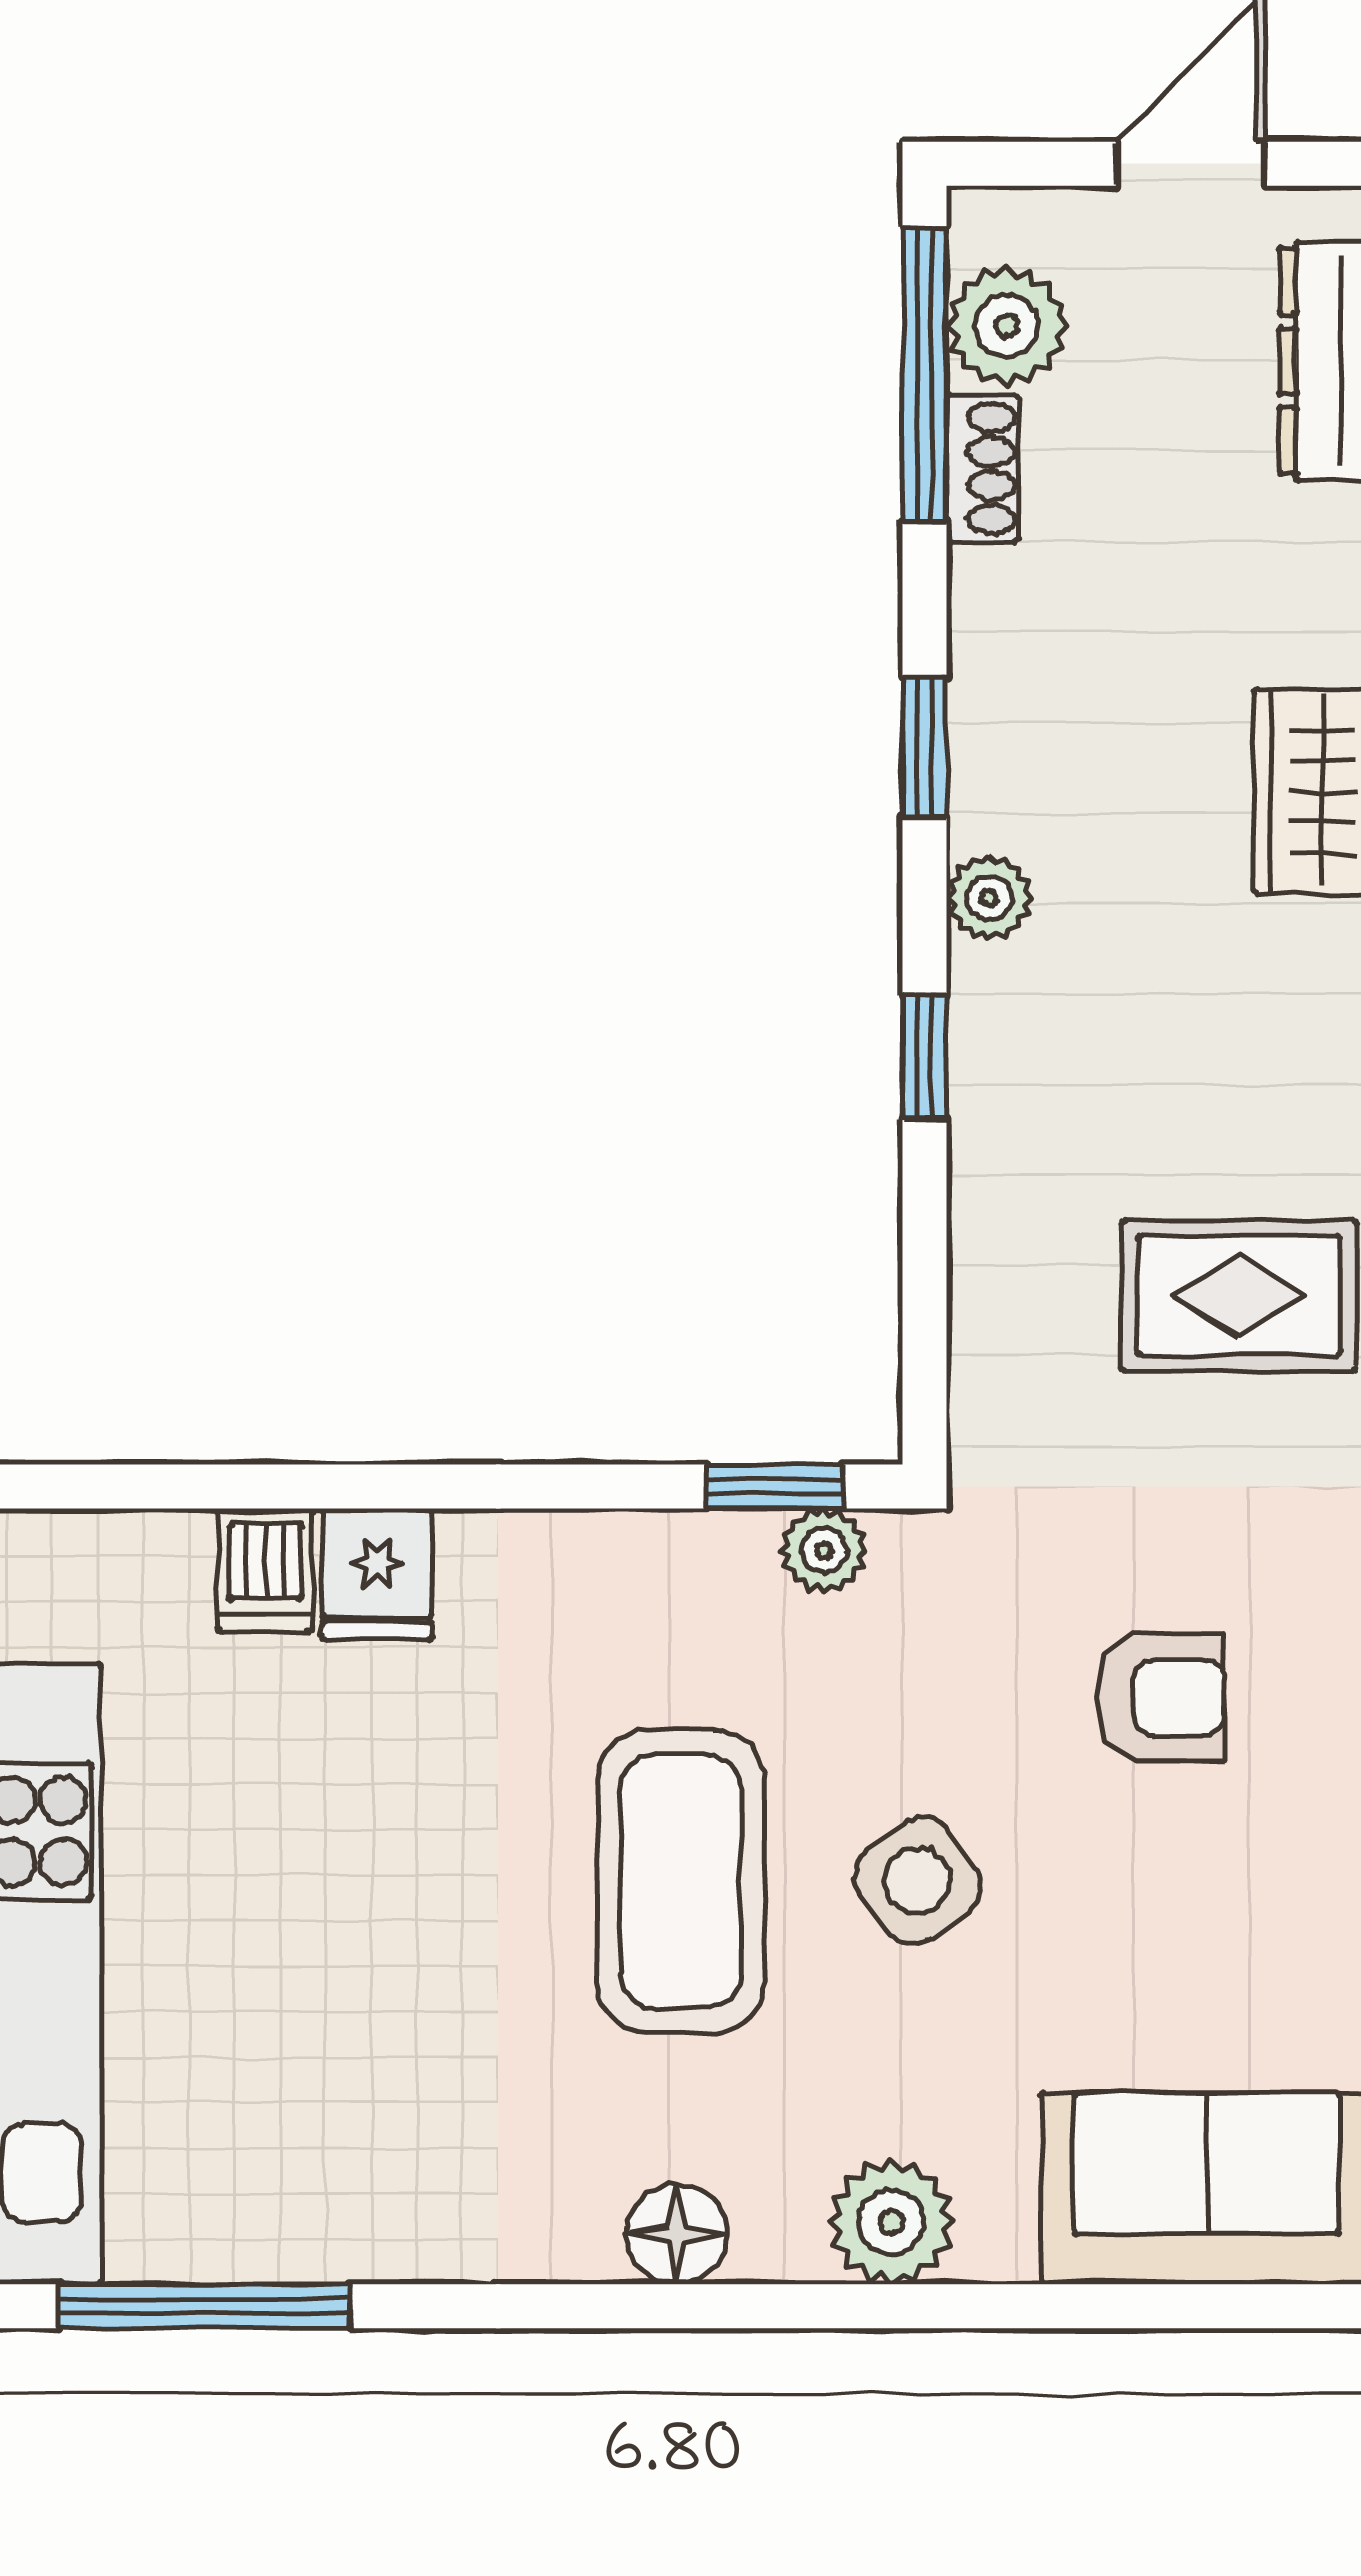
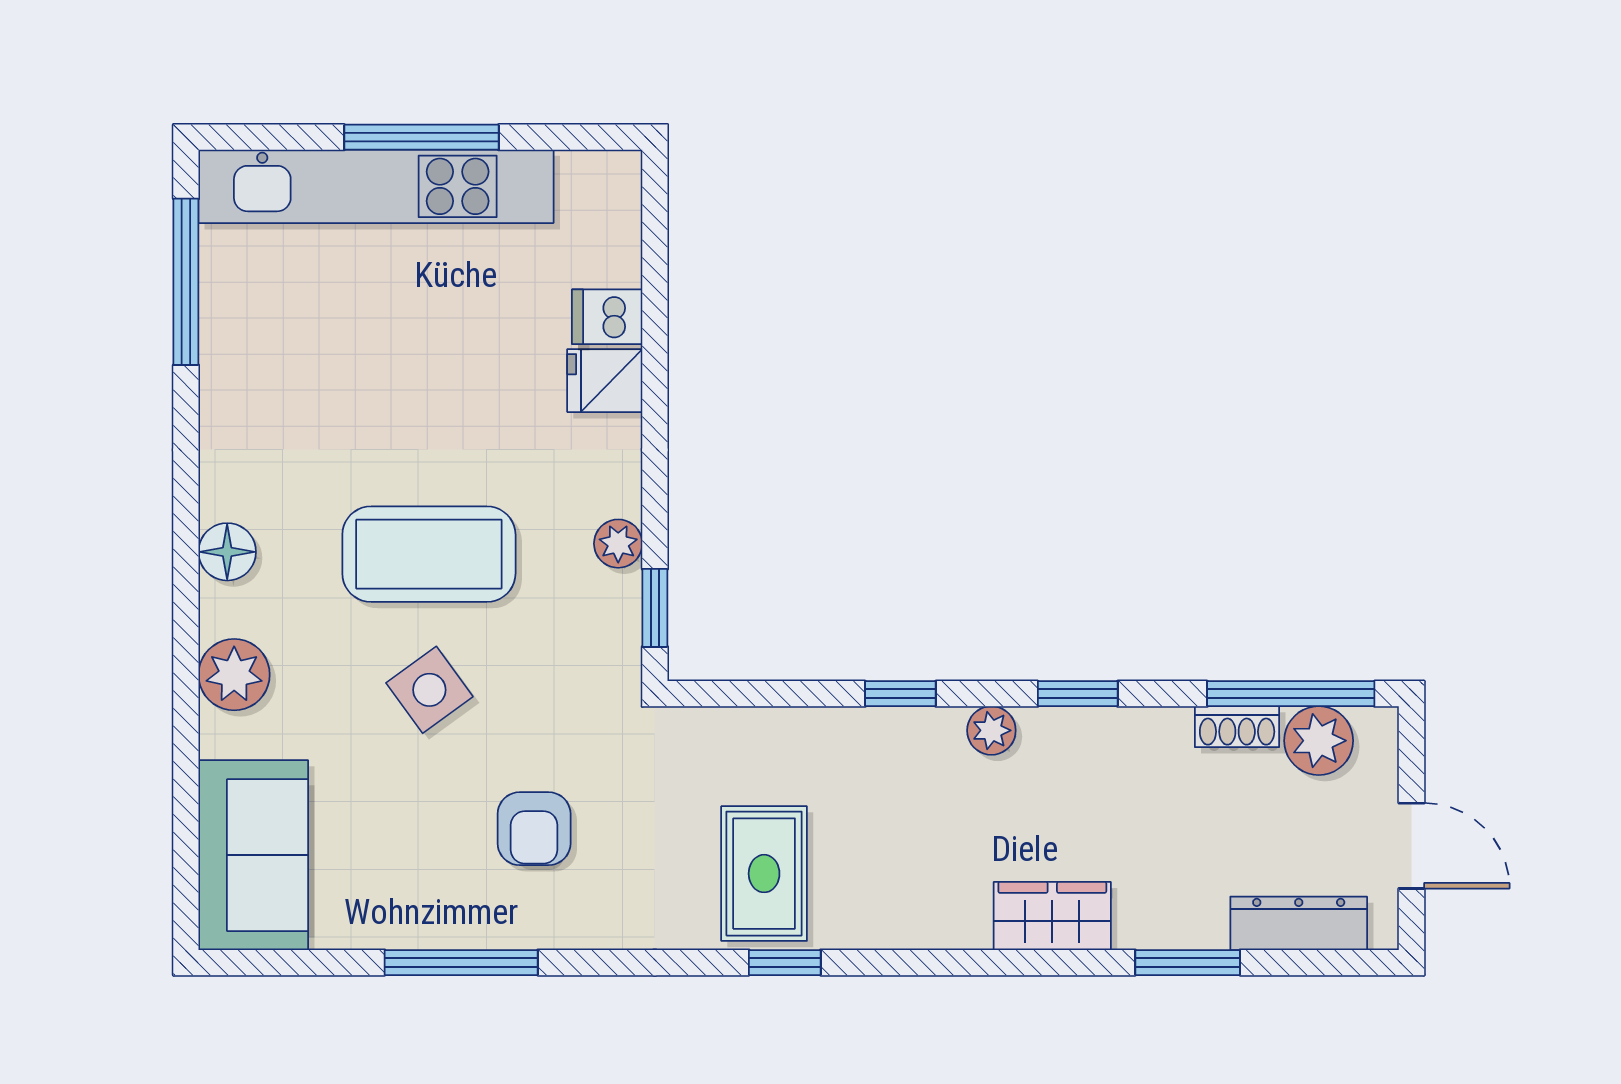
plant: (824, 1551) -> (618, 544), moved

